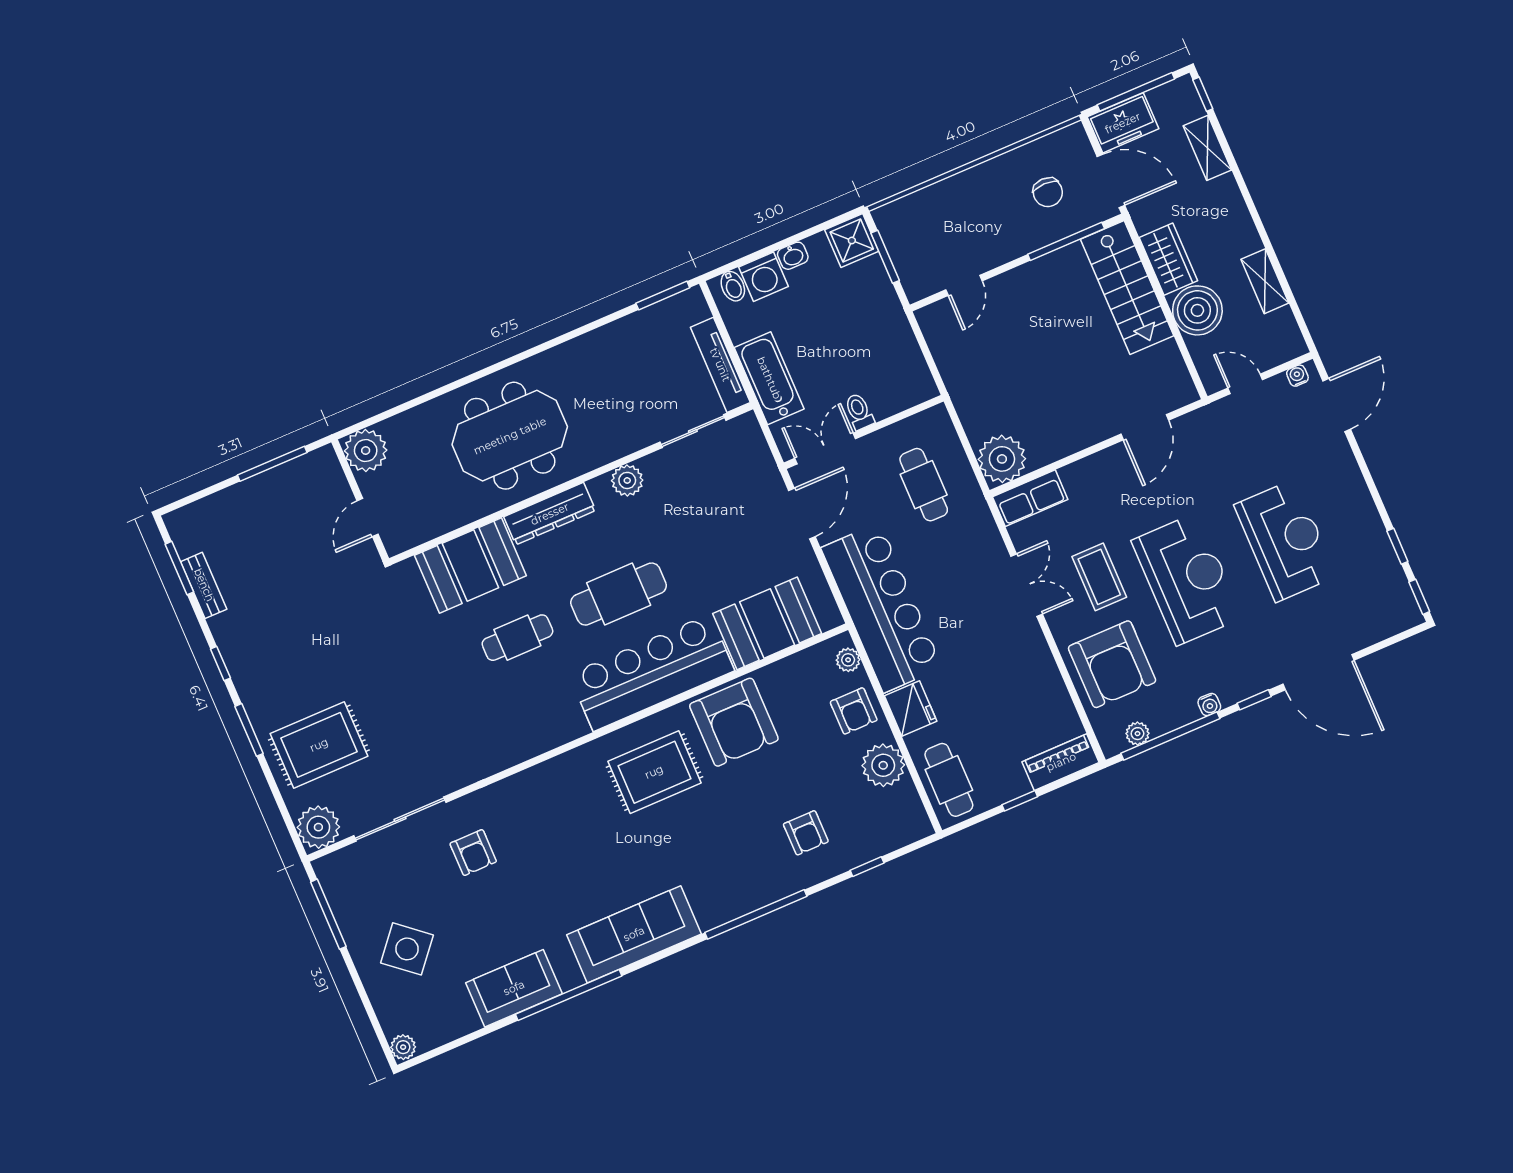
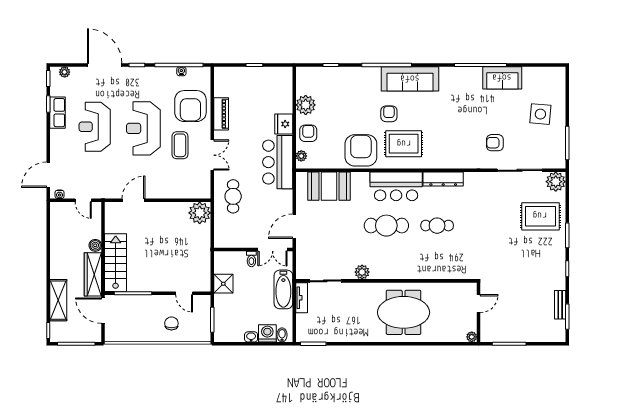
freezer: (1123, 123) -> (87, 333), removed
shelving: (1207, 148) -> (58, 300), width x1.50, depth x1.33
chair: (1048, 192) -> (171, 323), moved
shower: (852, 240) -> (223, 284), moved
wardrobe: (1168, 259) -> (93, 274), width x1.50
shelving: (1265, 281) -> (56, 240), removed
door: (964, 285) -> (184, 293), swing flipped
boiler: (1197, 310) -> (95, 245), width x0.54, depth x0.54
tv unit: (720, 365) -> (302, 298), width x0.71
plant: (366, 451) -> (472, 337), width x0.53, depth x0.53
cafe table: (924, 485) -> (233, 196), moved
row of seats: (1030, 498) -> (57, 113), moved, turned 90
dresser: (550, 514) -> (443, 179), moved, turned 180
booth: (470, 565) -> (444, 265), removed
double door: (1027, 585) -> (212, 155), swing flipped
bar counter: (882, 608) -> (278, 162), width x0.73
armchair: (1112, 664) -> (190, 106), turned 180
bar counter: (652, 673) -> (396, 186), width x0.73
water cooler: (1209, 705) -> (181, 71), moved
plant: (1138, 734) -> (65, 72), moved
piano: (1061, 762) -> (221, 114), moved, turned -90
cafe table: (949, 780) -> (281, 87), removed
armchair: (806, 833) -> (389, 114), moved
armchair: (473, 853) -> (495, 143), turned -90
sofa: (634, 934) -> (410, 79), moved
side table: (407, 949) -> (540, 114), turned -35
plant: (403, 1047) -> (560, 73), removed

